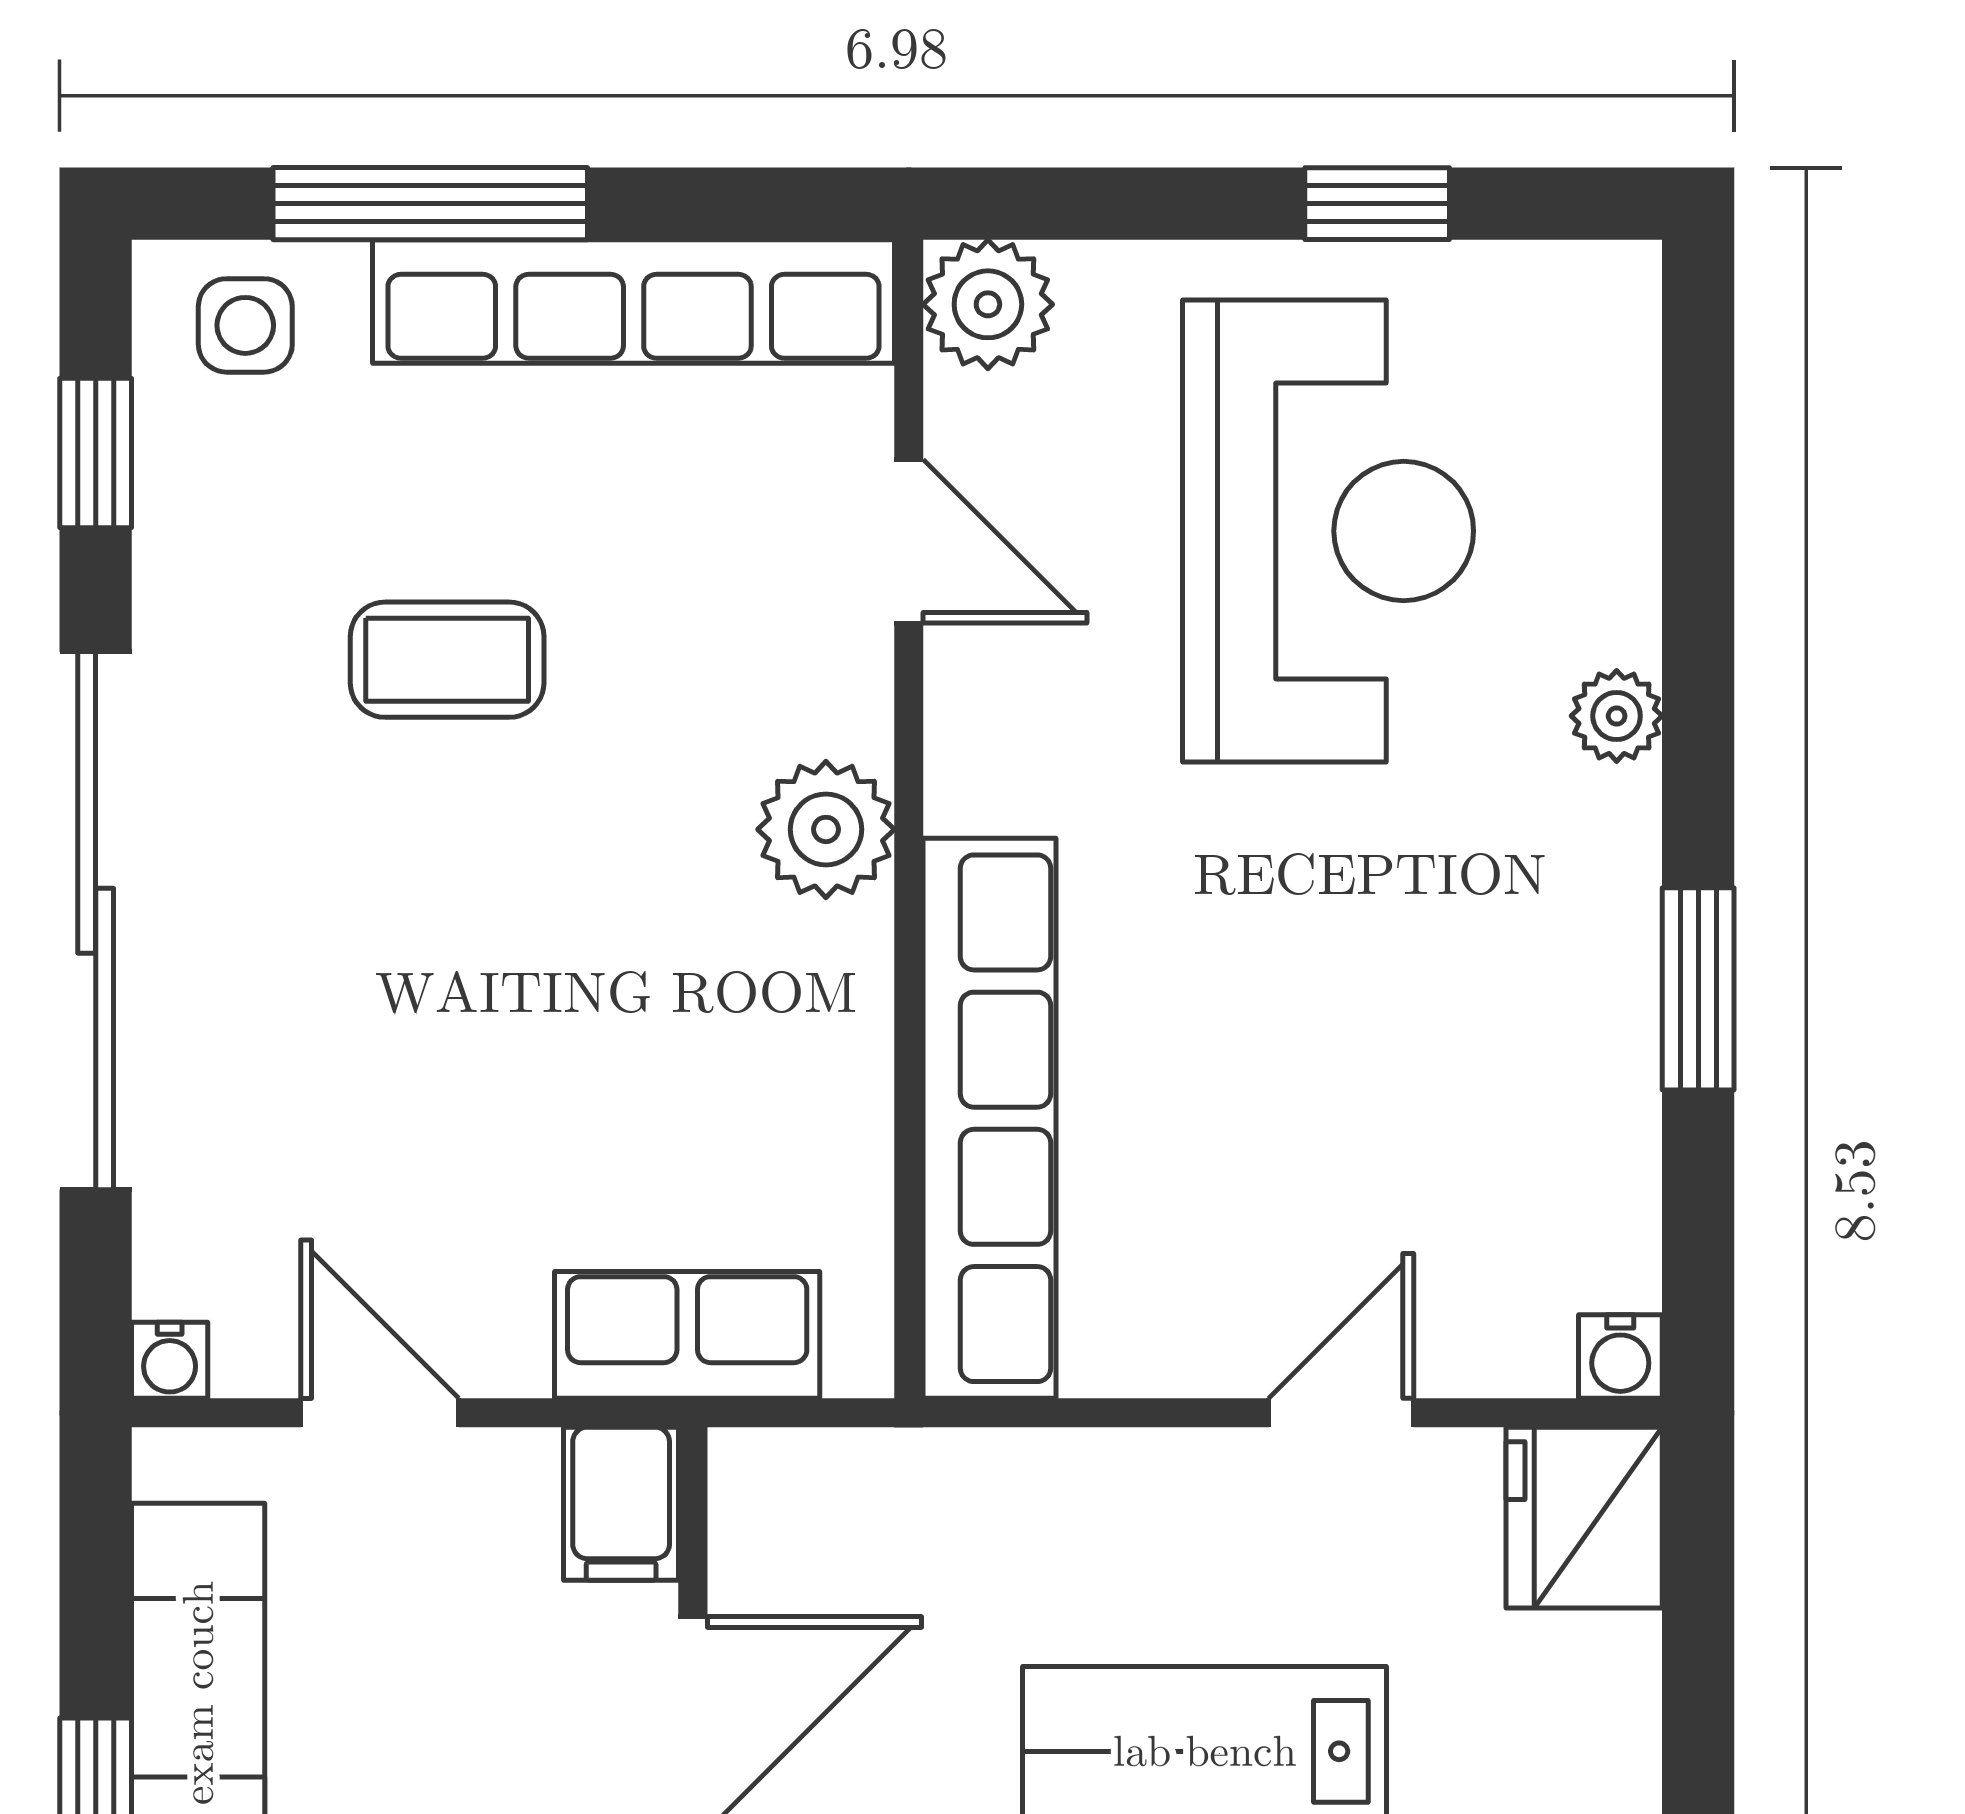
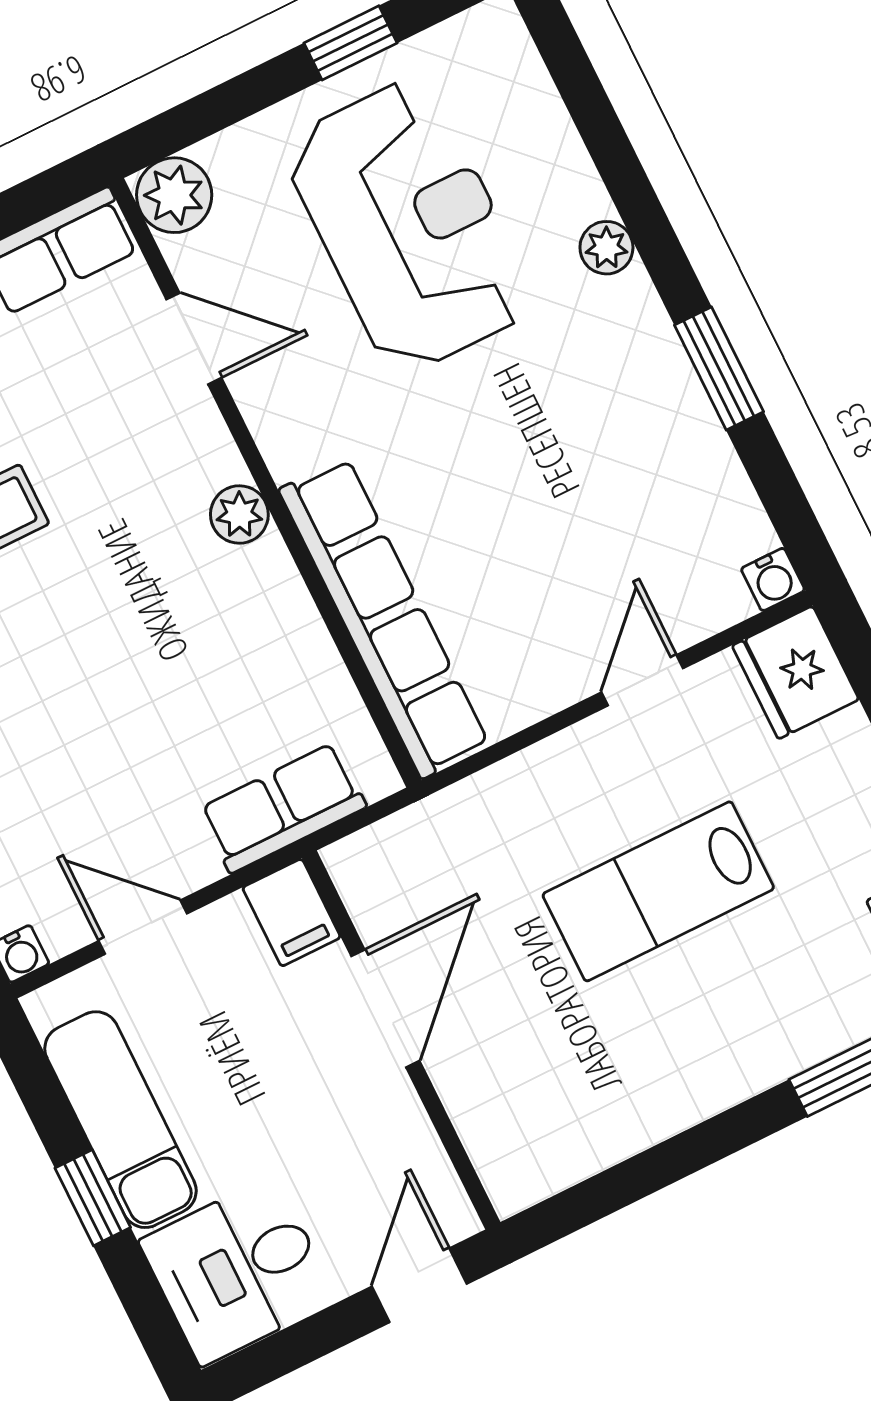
plant: (826, 829) -> (239, 515), width x0.73, depth x0.73

